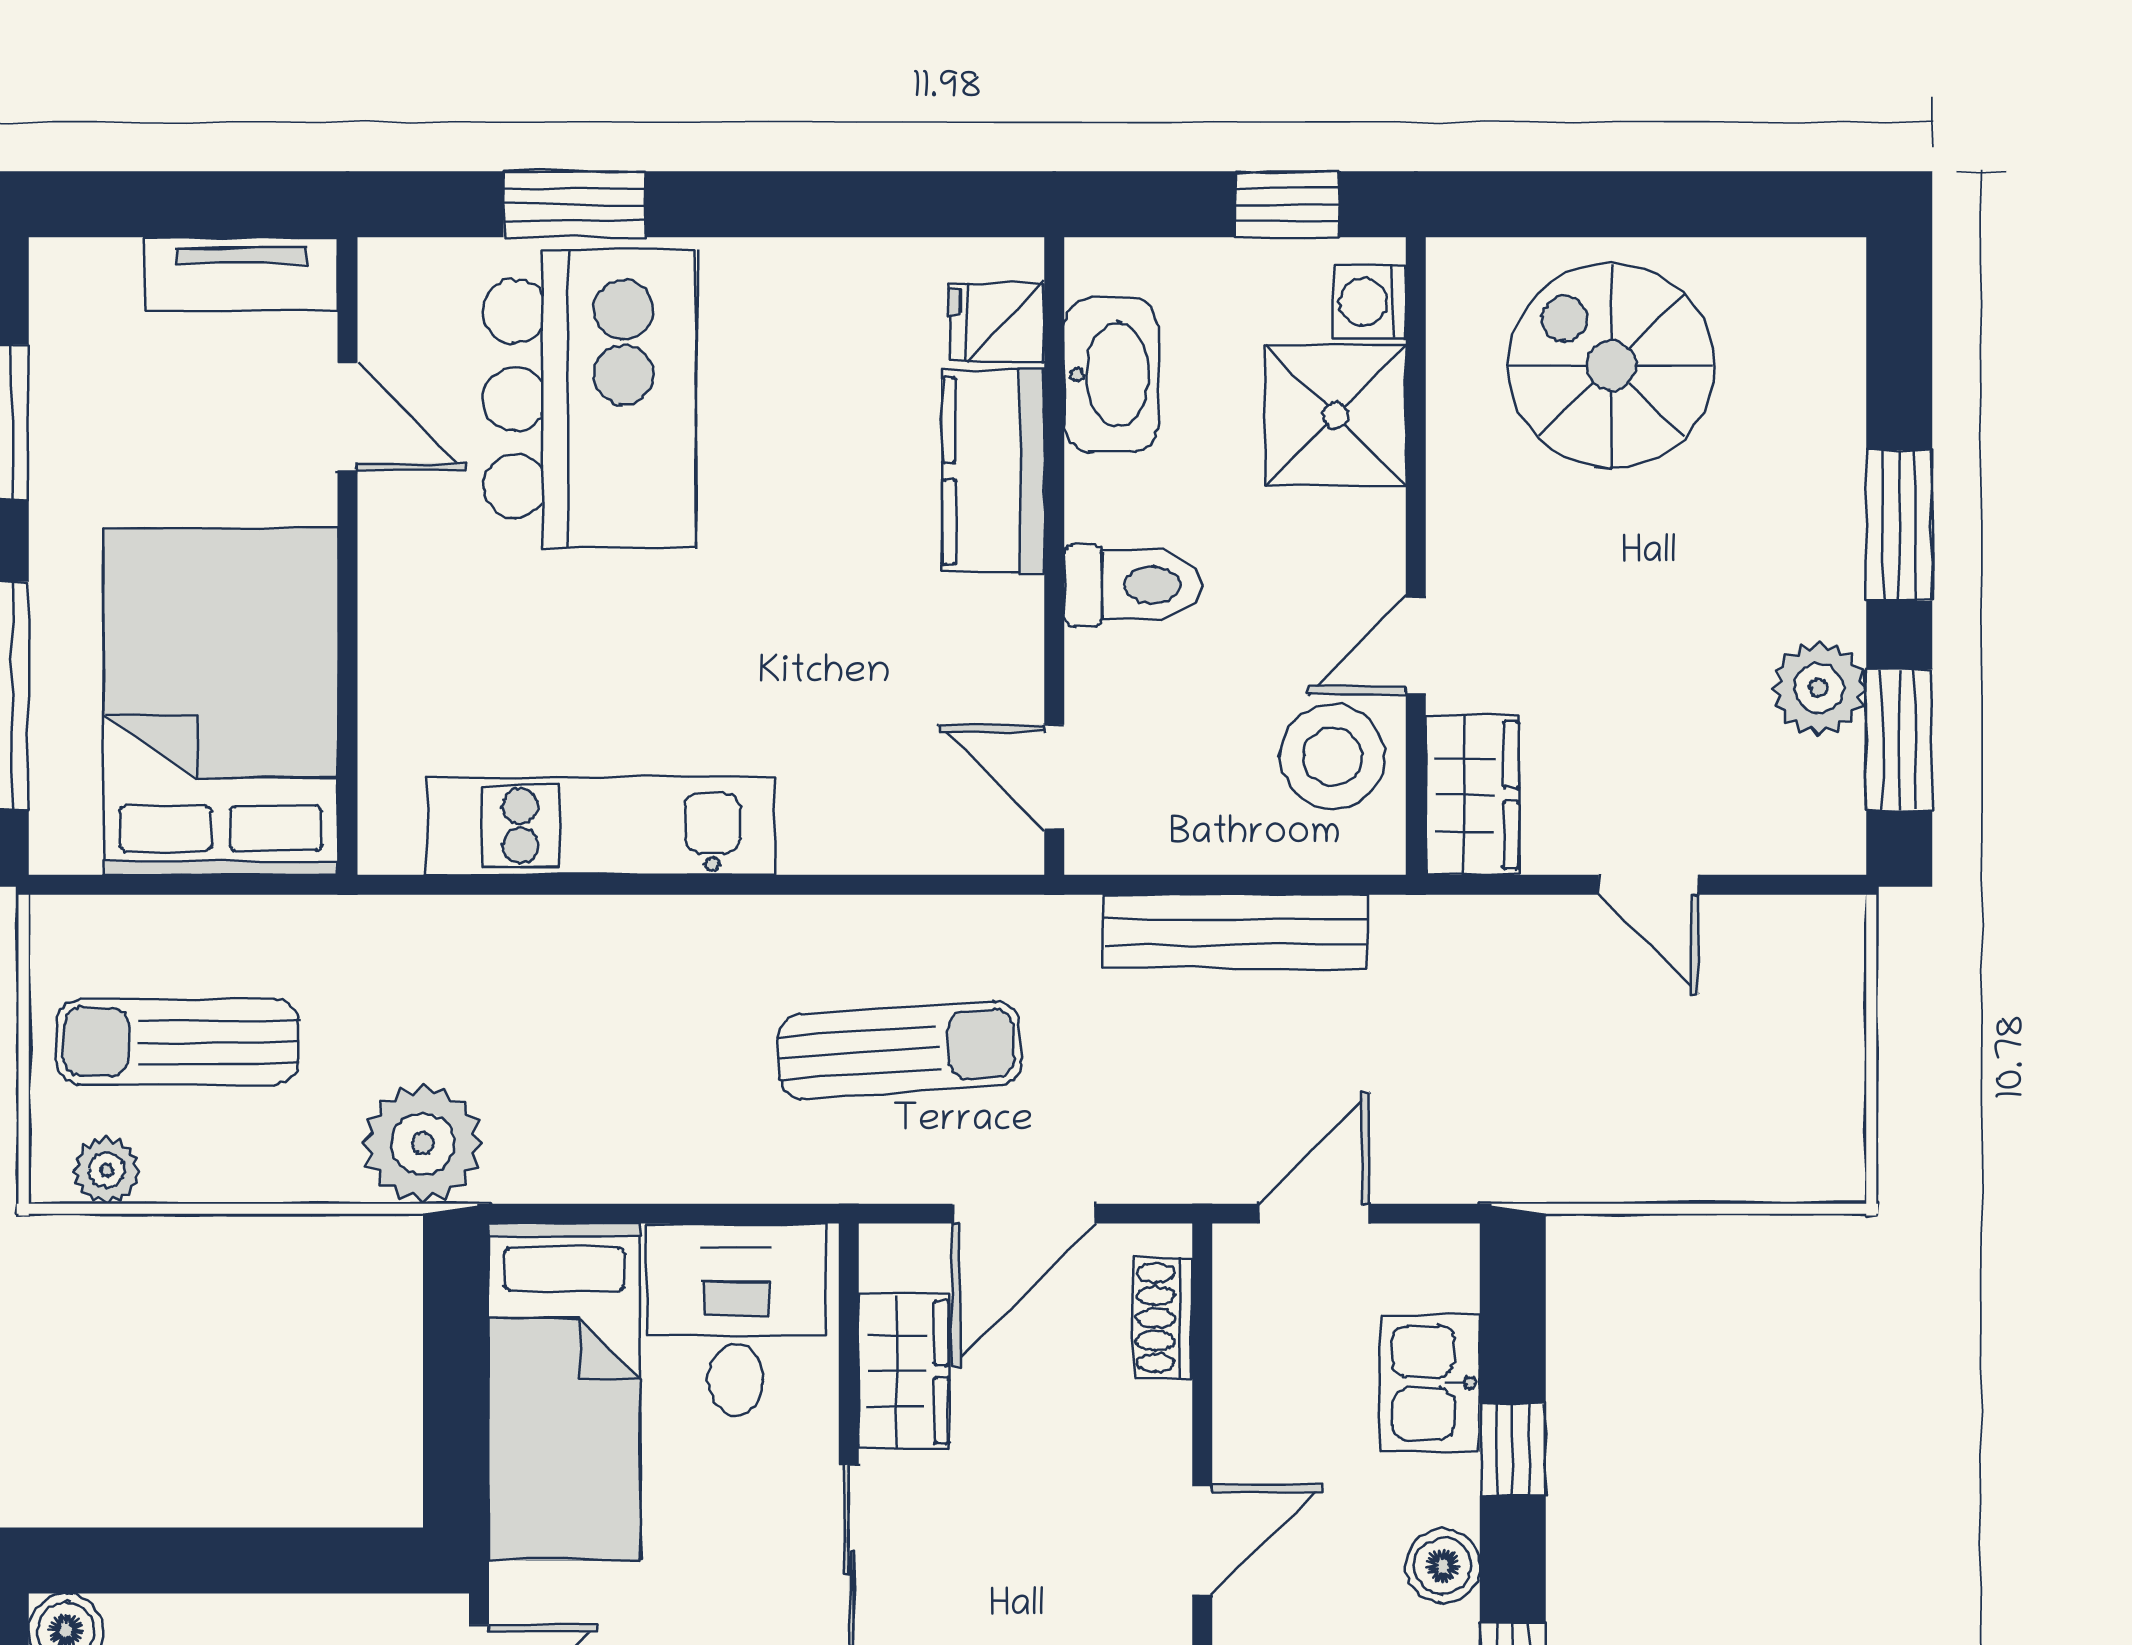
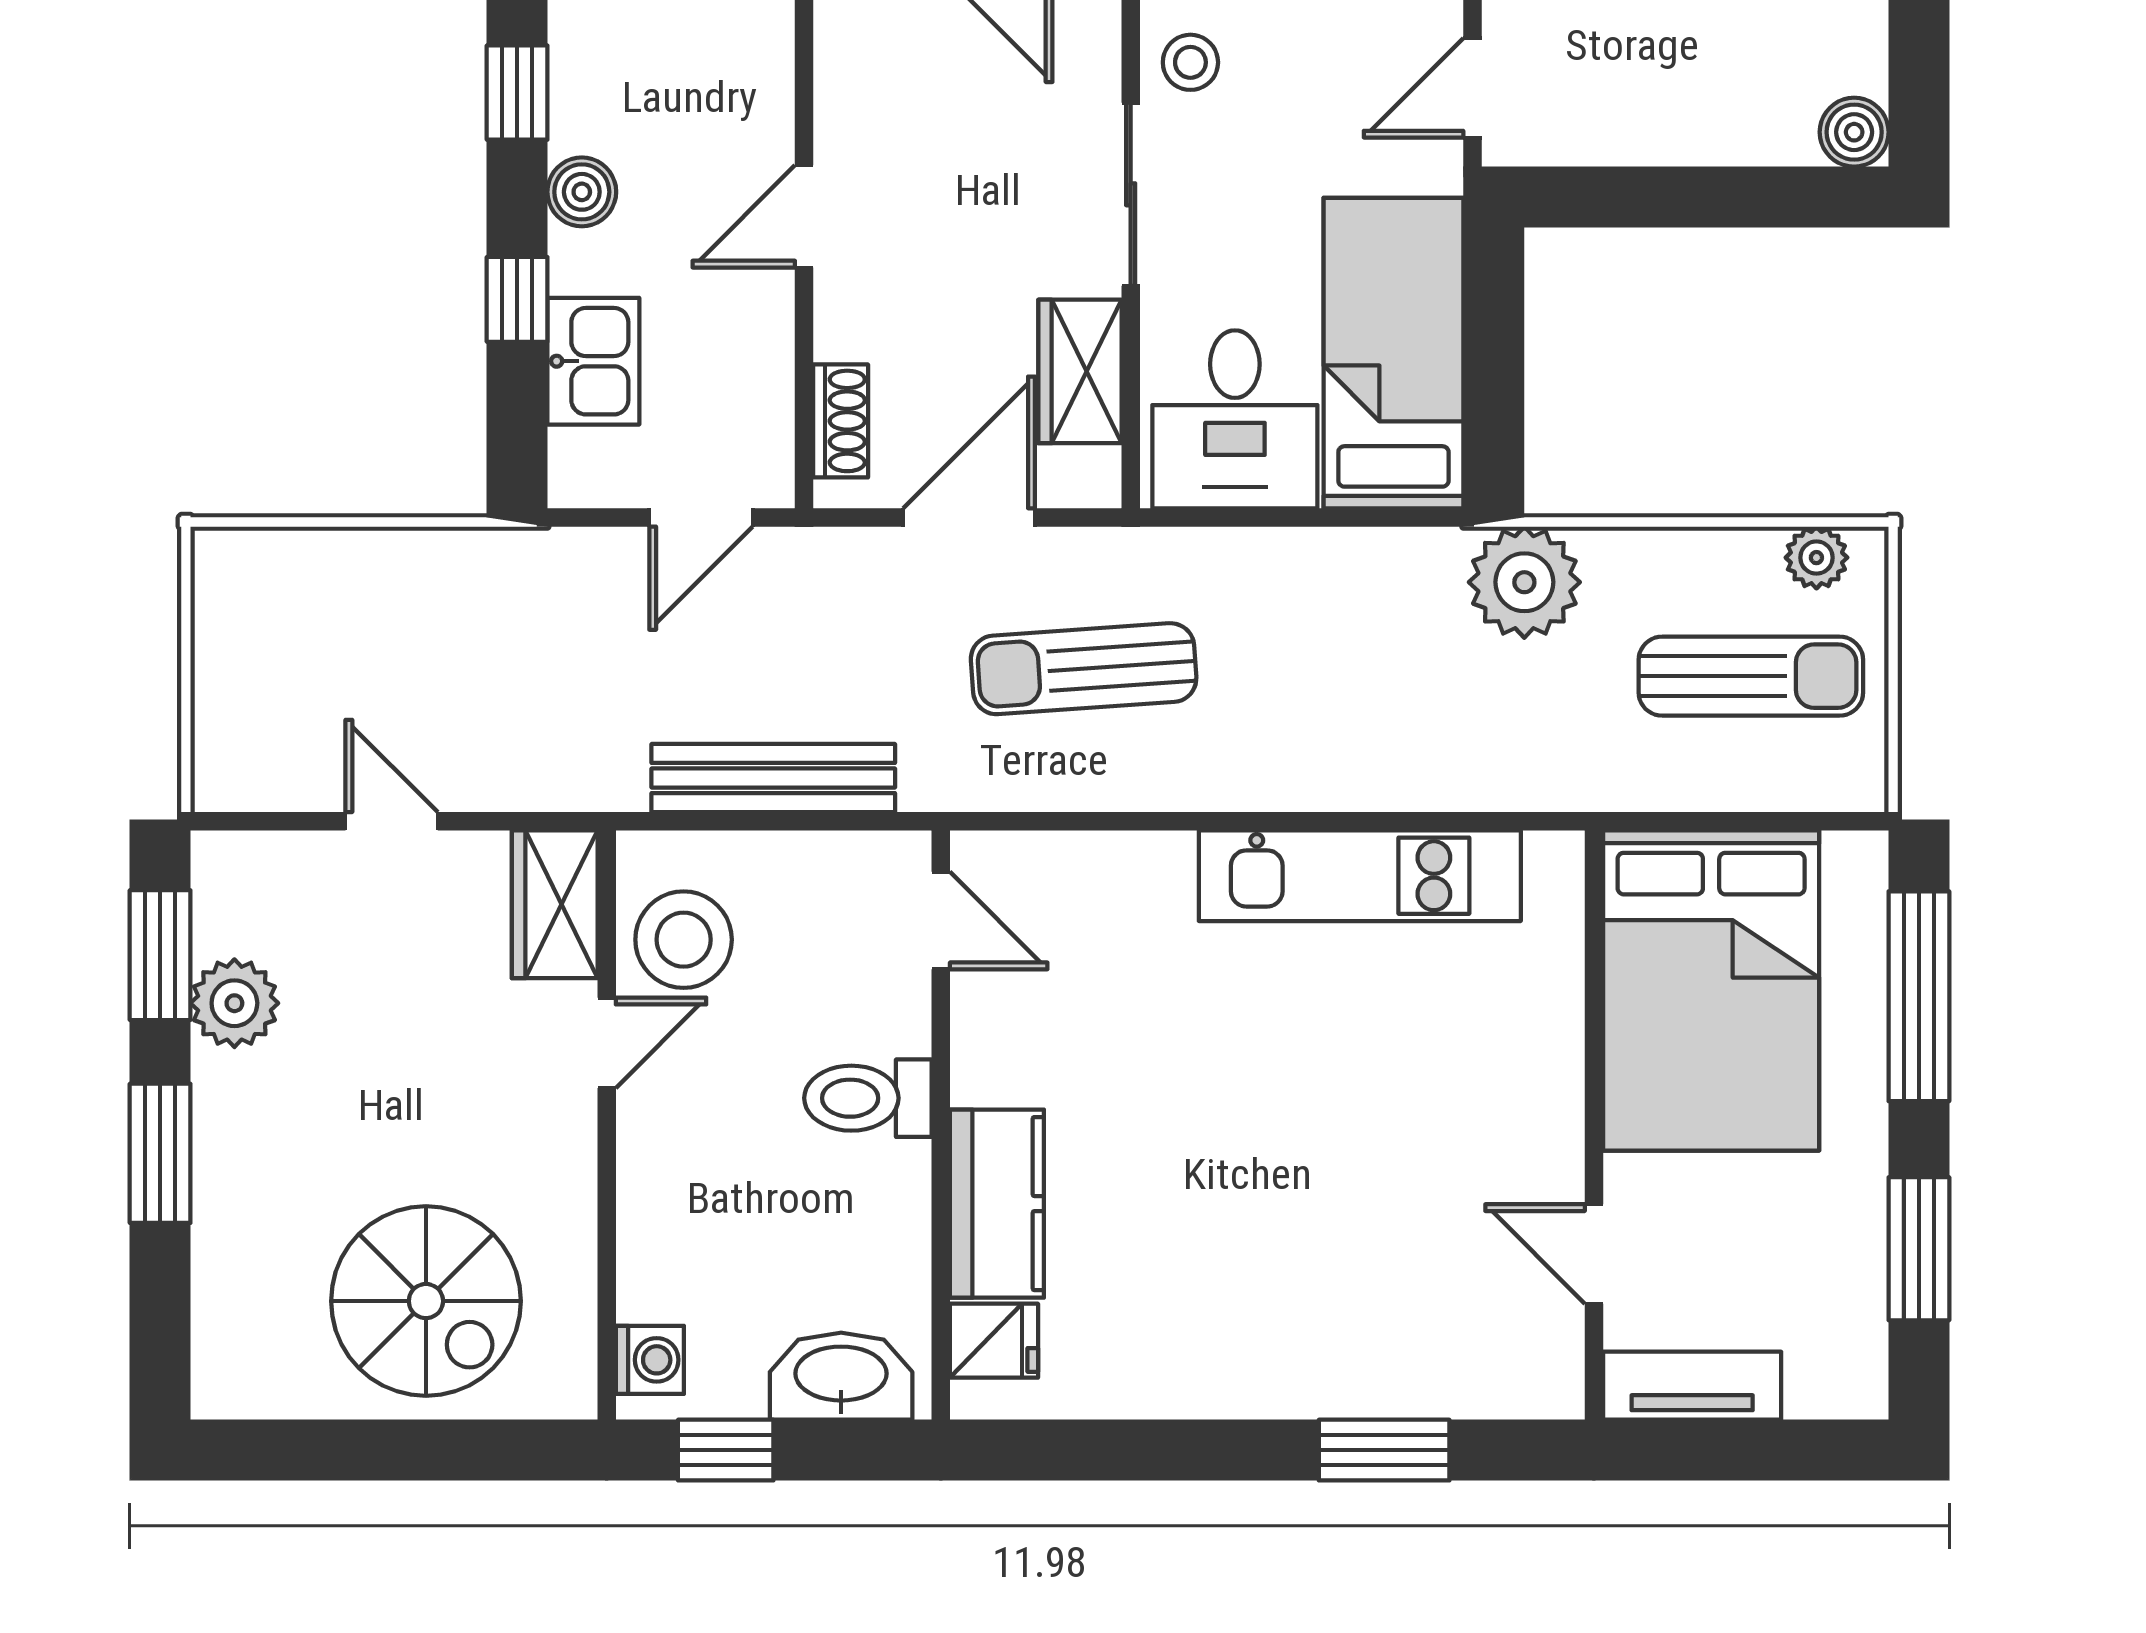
washbasin: (1111, 375) -> (841, 1376), moved, turned 90
kitchen island: (590, 399) -> (1370, 1270), removed
shower: (1336, 416) -> (681, 1255), removed

